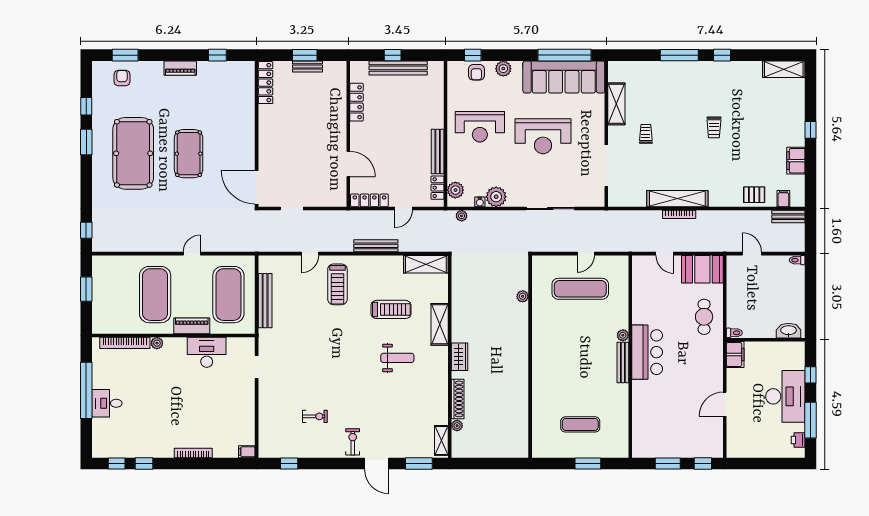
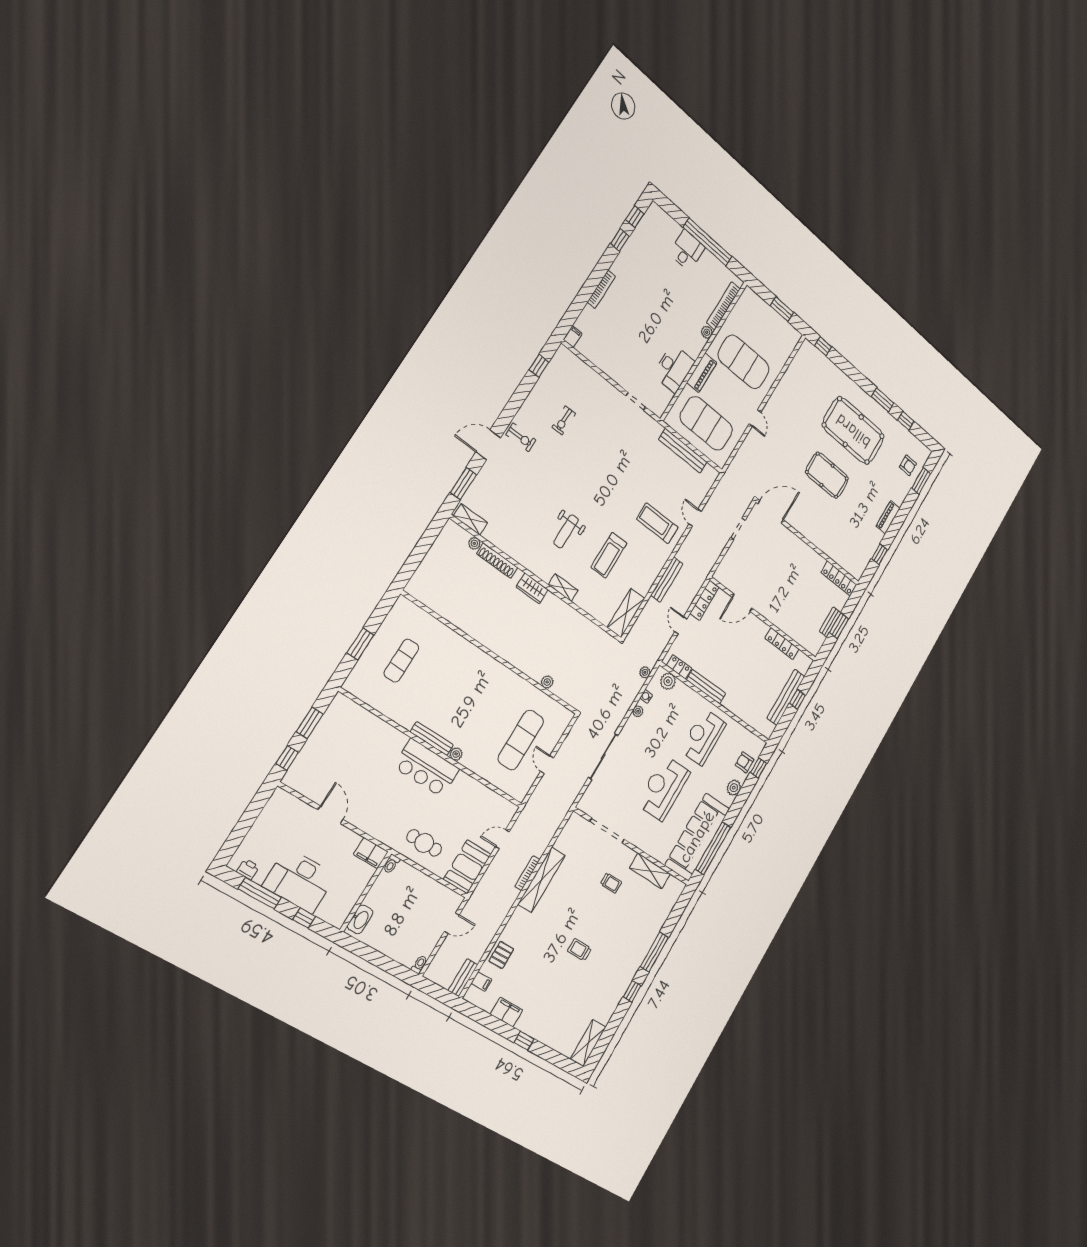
plant: (496, 197) -> (638, 711), width x0.53, depth x0.53
shelving: (440, 324) -> (563, 588), width x0.67, depth x0.75

